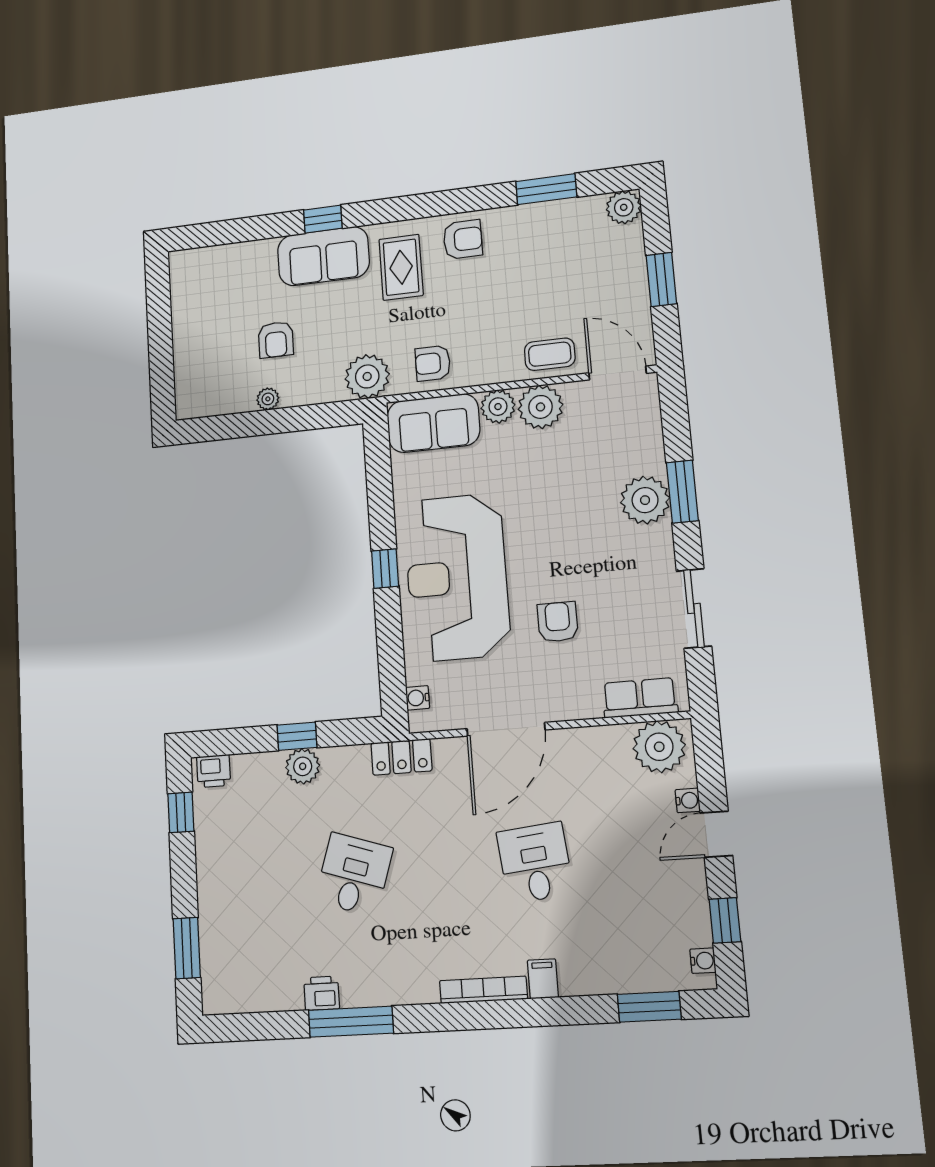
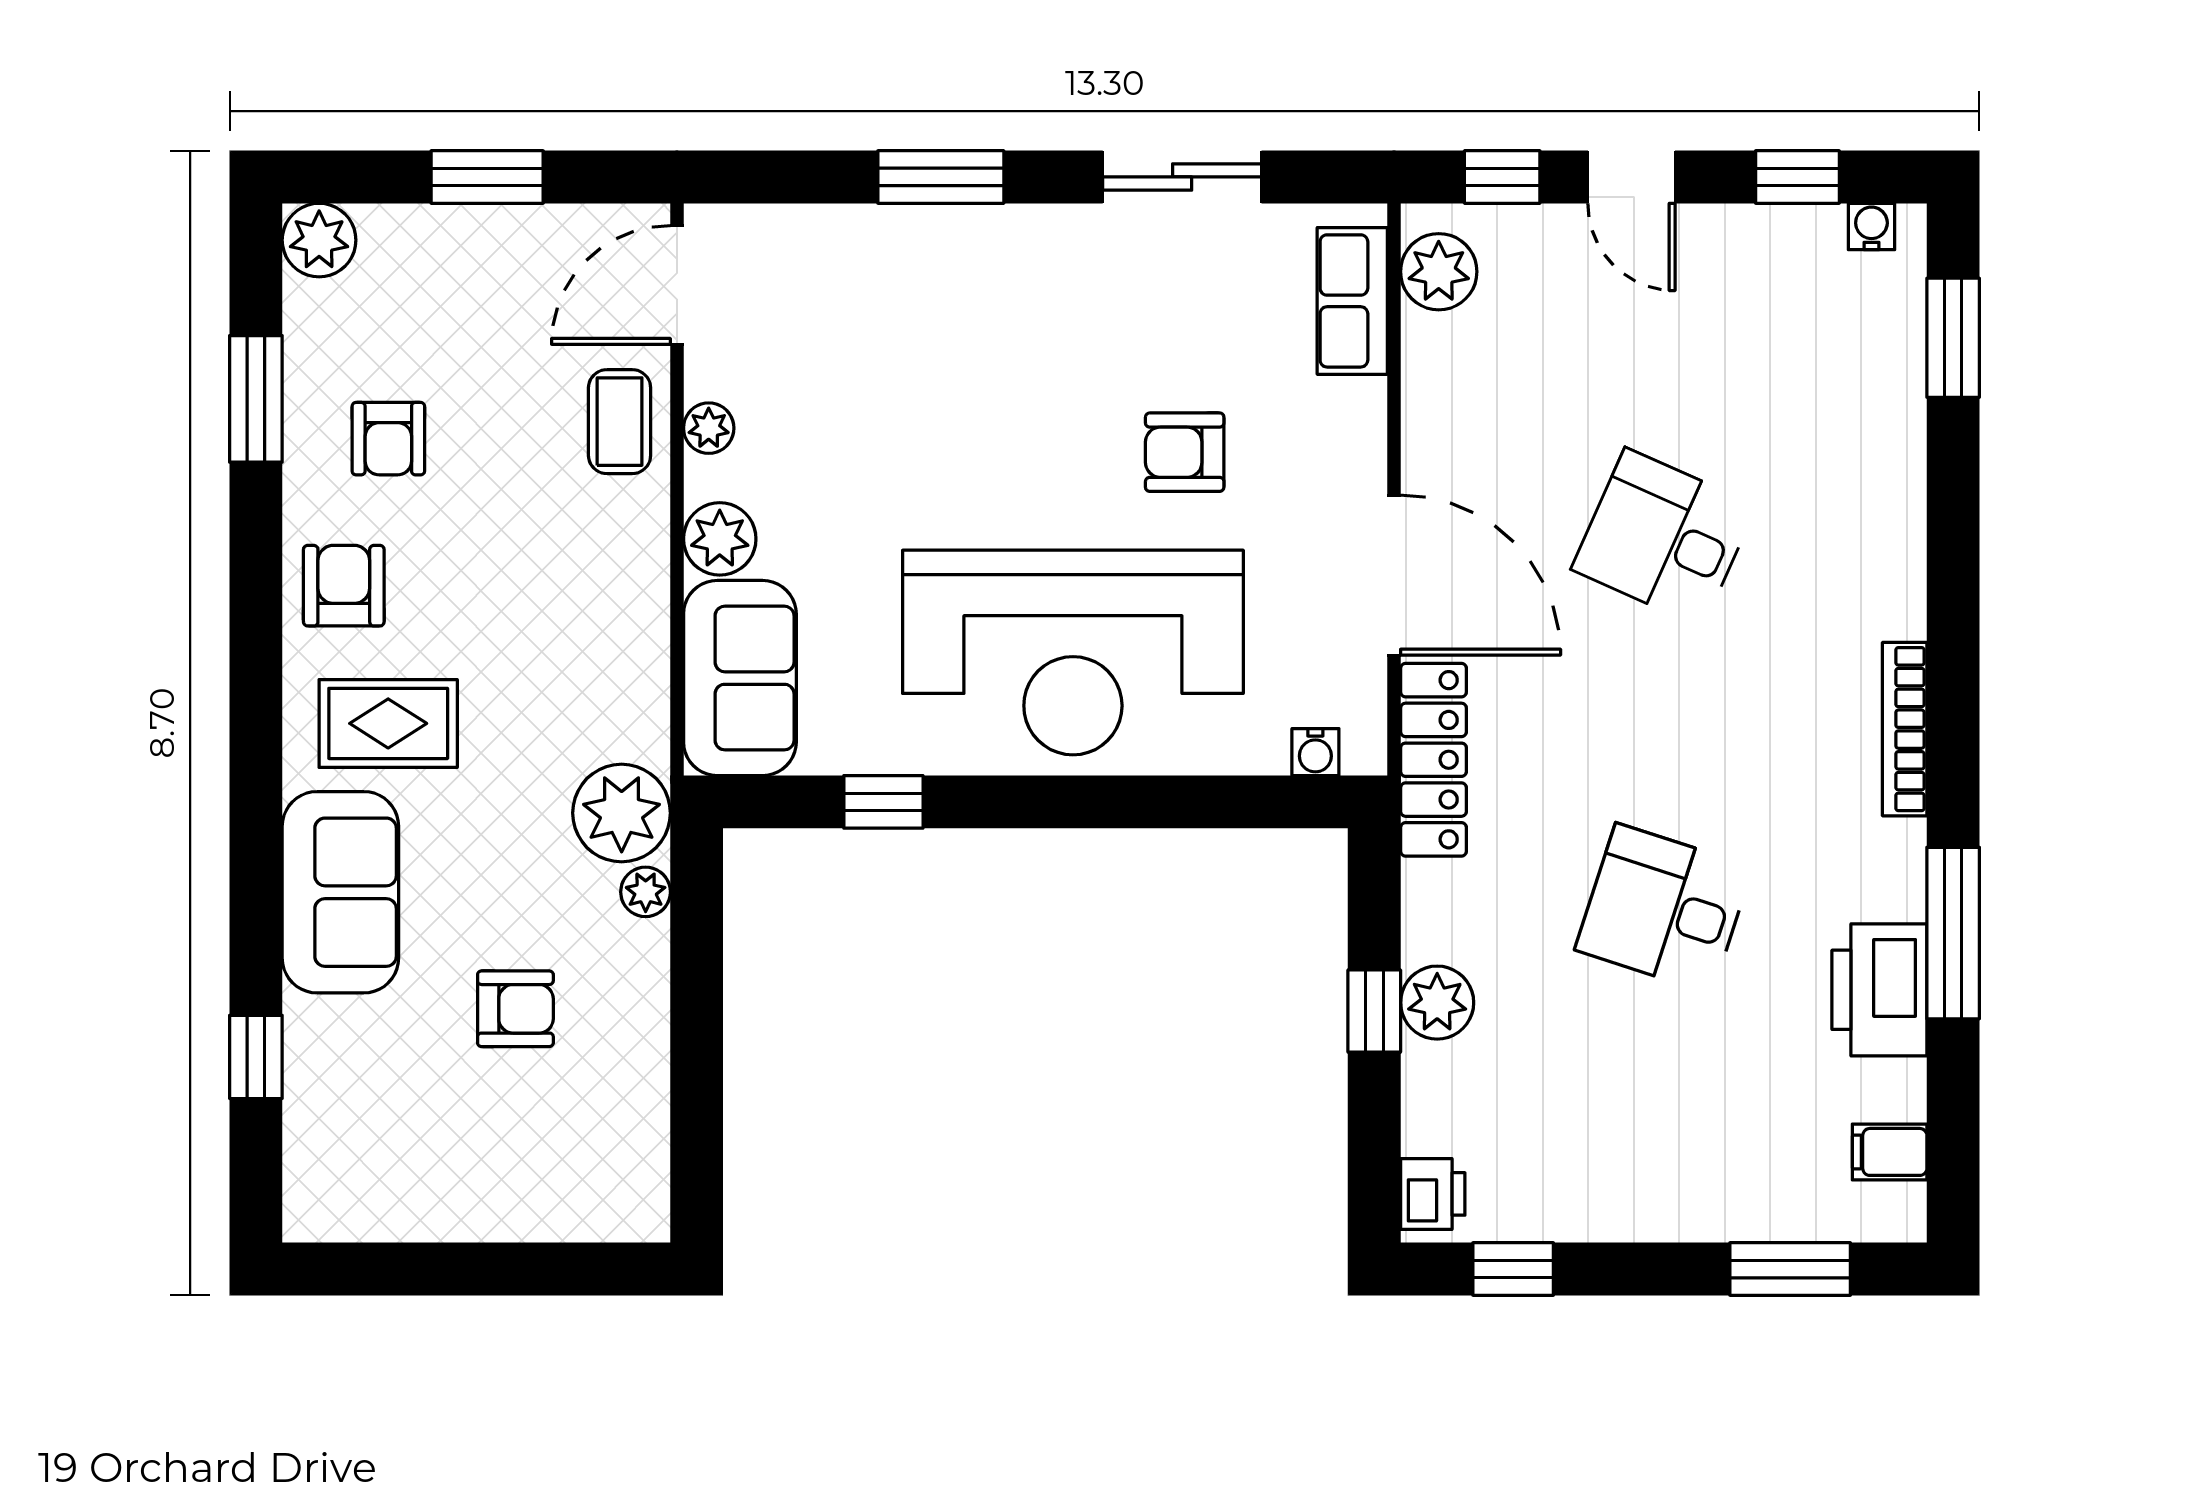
window: (323, 219) -> (256, 1057), moved
armchair: (433, 363) -> (388, 439), moved
plant: (268, 399) -> (646, 892), moved
plant: (540, 407) -> (709, 428), width x0.53, depth x0.53
plant: (645, 500) -> (951, 254), removed
window: (385, 569) -> (883, 802), moved
plant: (659, 747) -> (1439, 272), width x0.73, depth x0.73
locker: (401, 757) -> (1434, 760), width x1.53
window: (710, 768) -> (1502, 177), added
water cooler: (688, 800) -> (1562, 226), removed
desk: (535, 863) -> (1664, 538), turned 30
filing cabinet: (543, 979) -> (1890, 1152), moved
bookcase: (483, 990) -> (1905, 729), moved
printer: (322, 993) -> (1879, 990), width x1.87, depth x1.48

